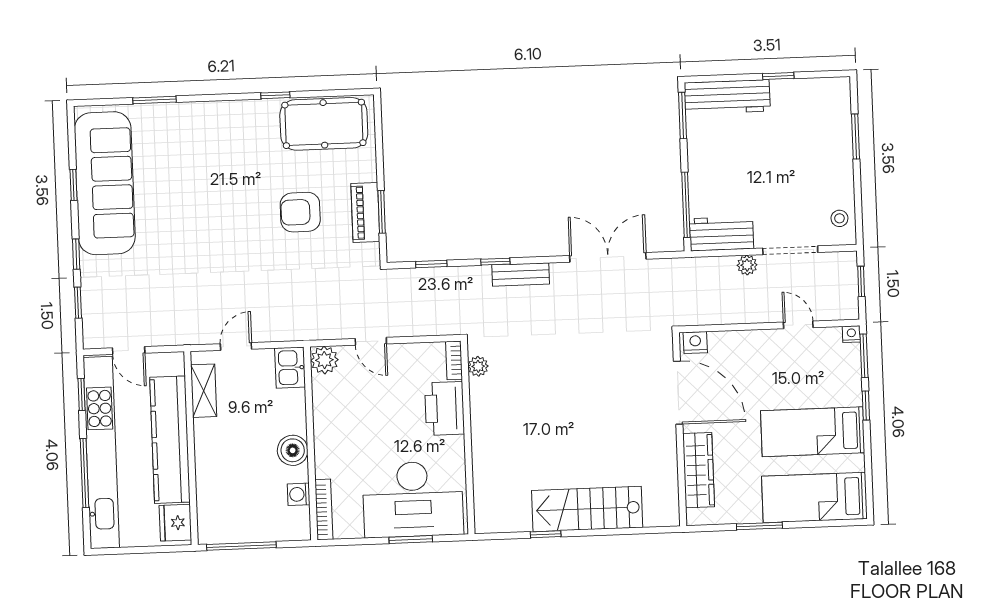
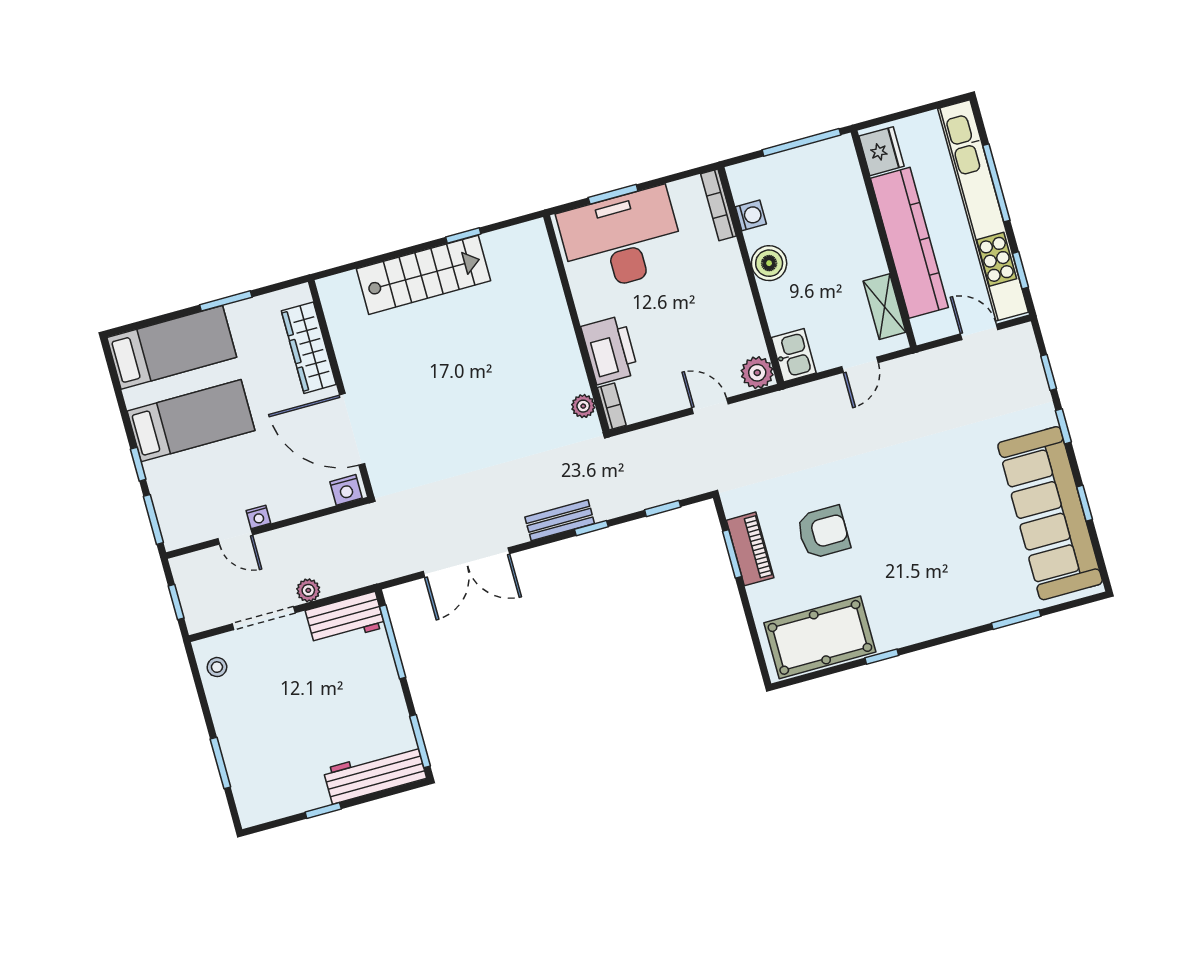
nightstand: (851, 334) -> (258, 517), moved

